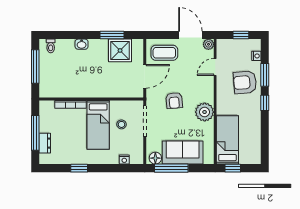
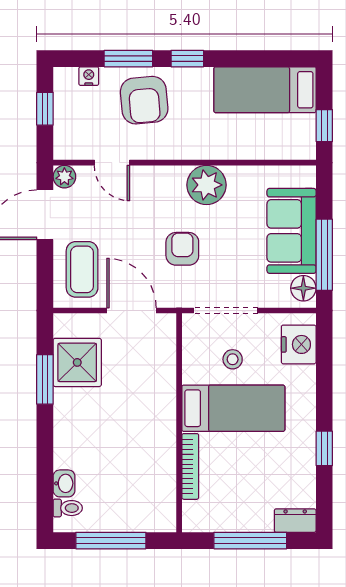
washbasin: (82, 44) -> (64, 483), moved
armchair: (174, 101) -> (182, 249), turned -85
bed: (227, 140) -> (265, 90), moved
dresser: (45, 143) -> (295, 521), moved
nightstand: (124, 160) -> (299, 344), width x1.89, depth x1.79

